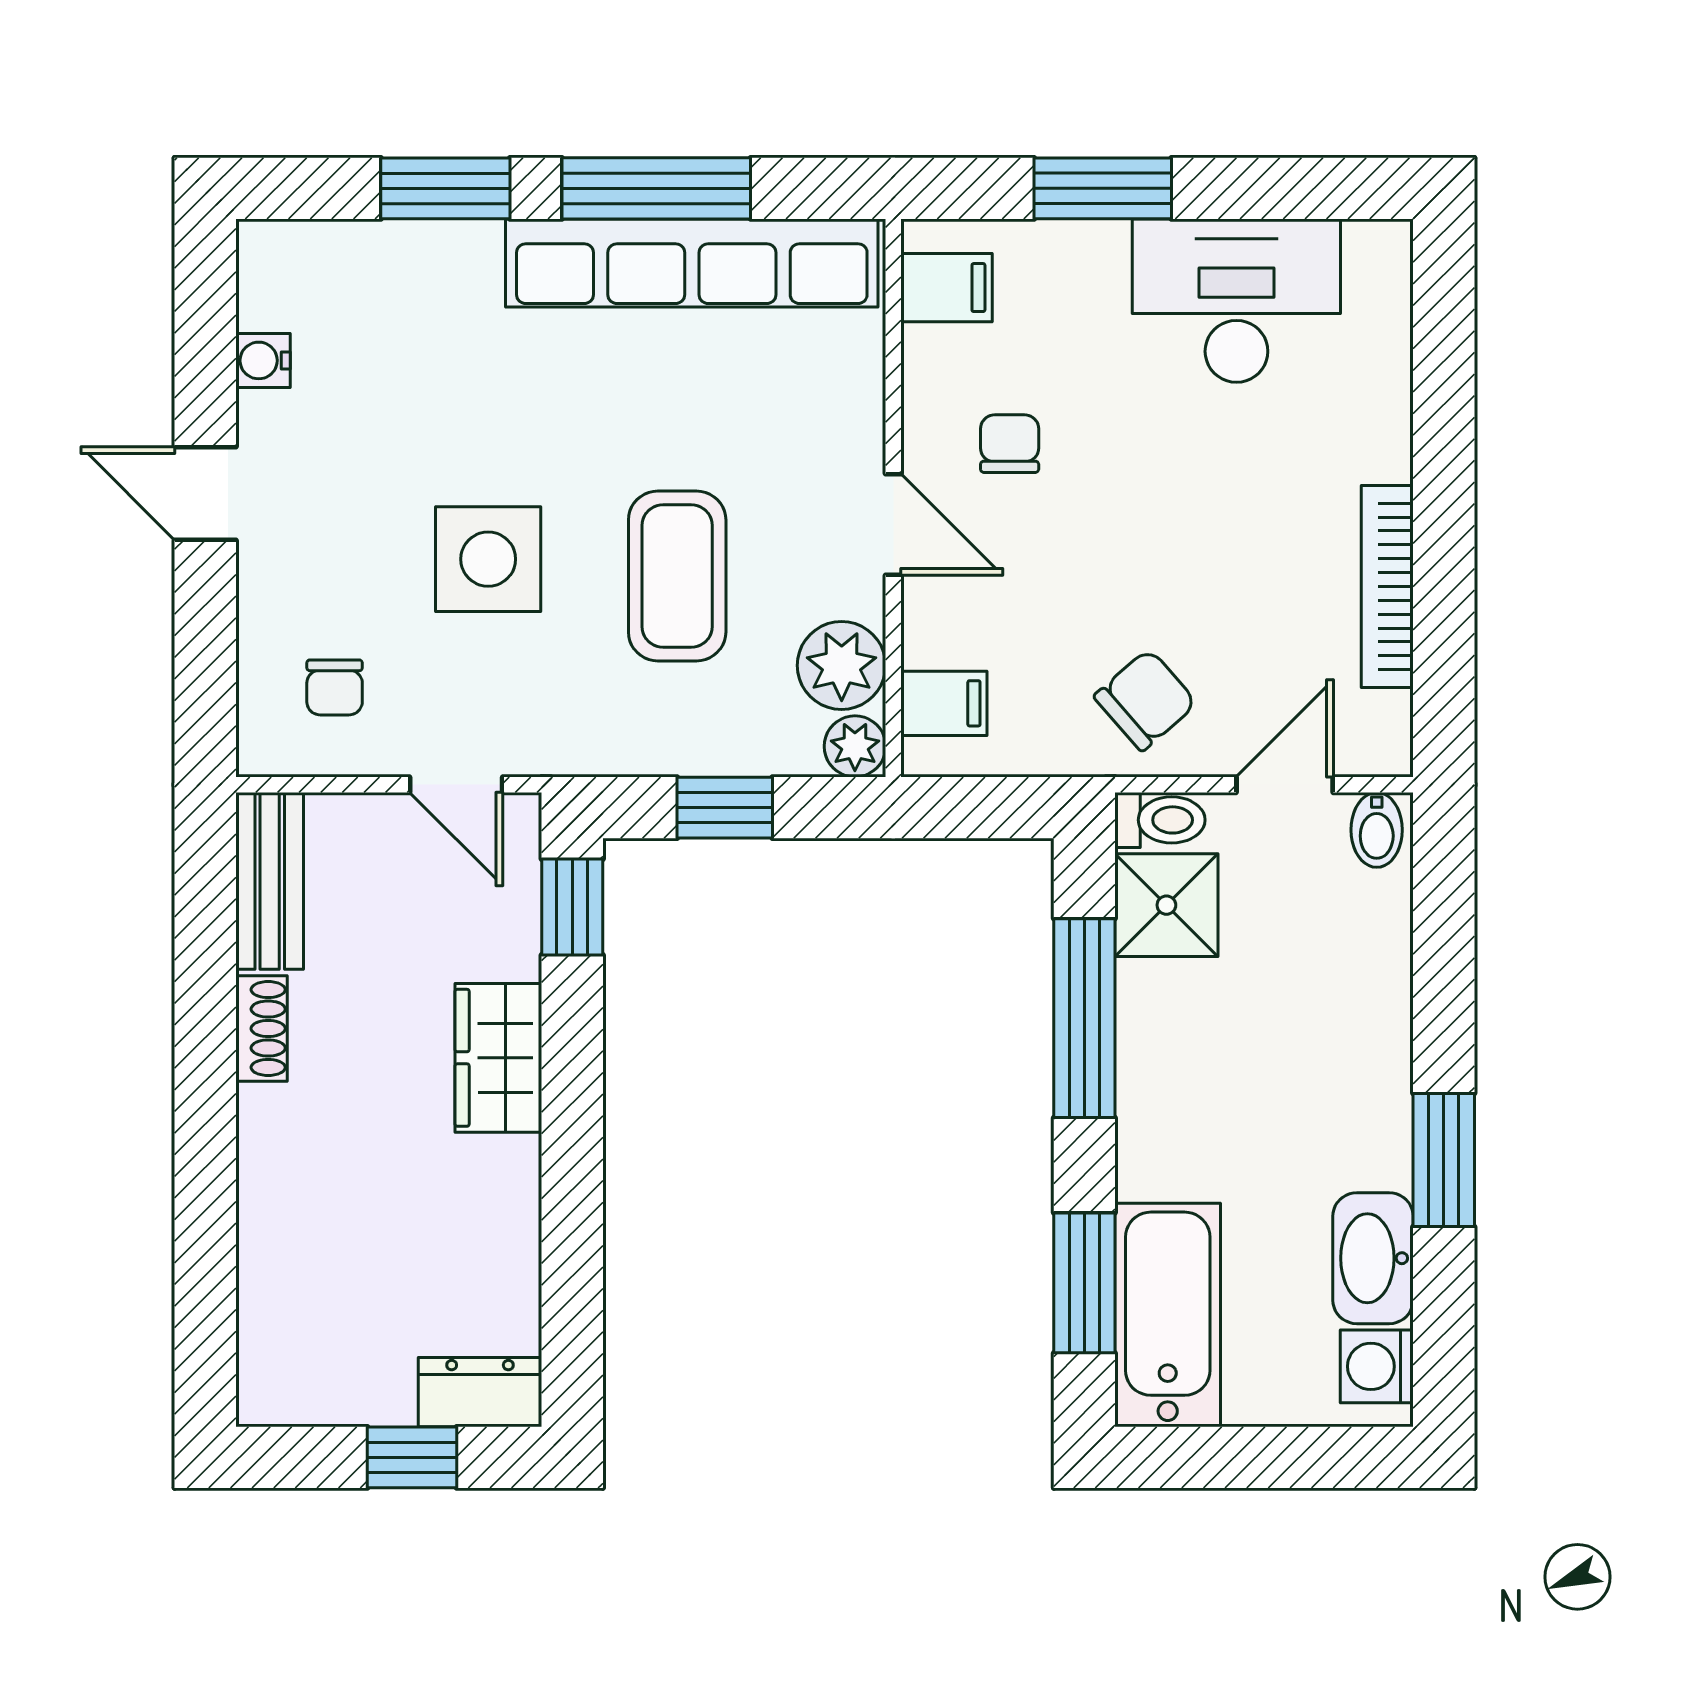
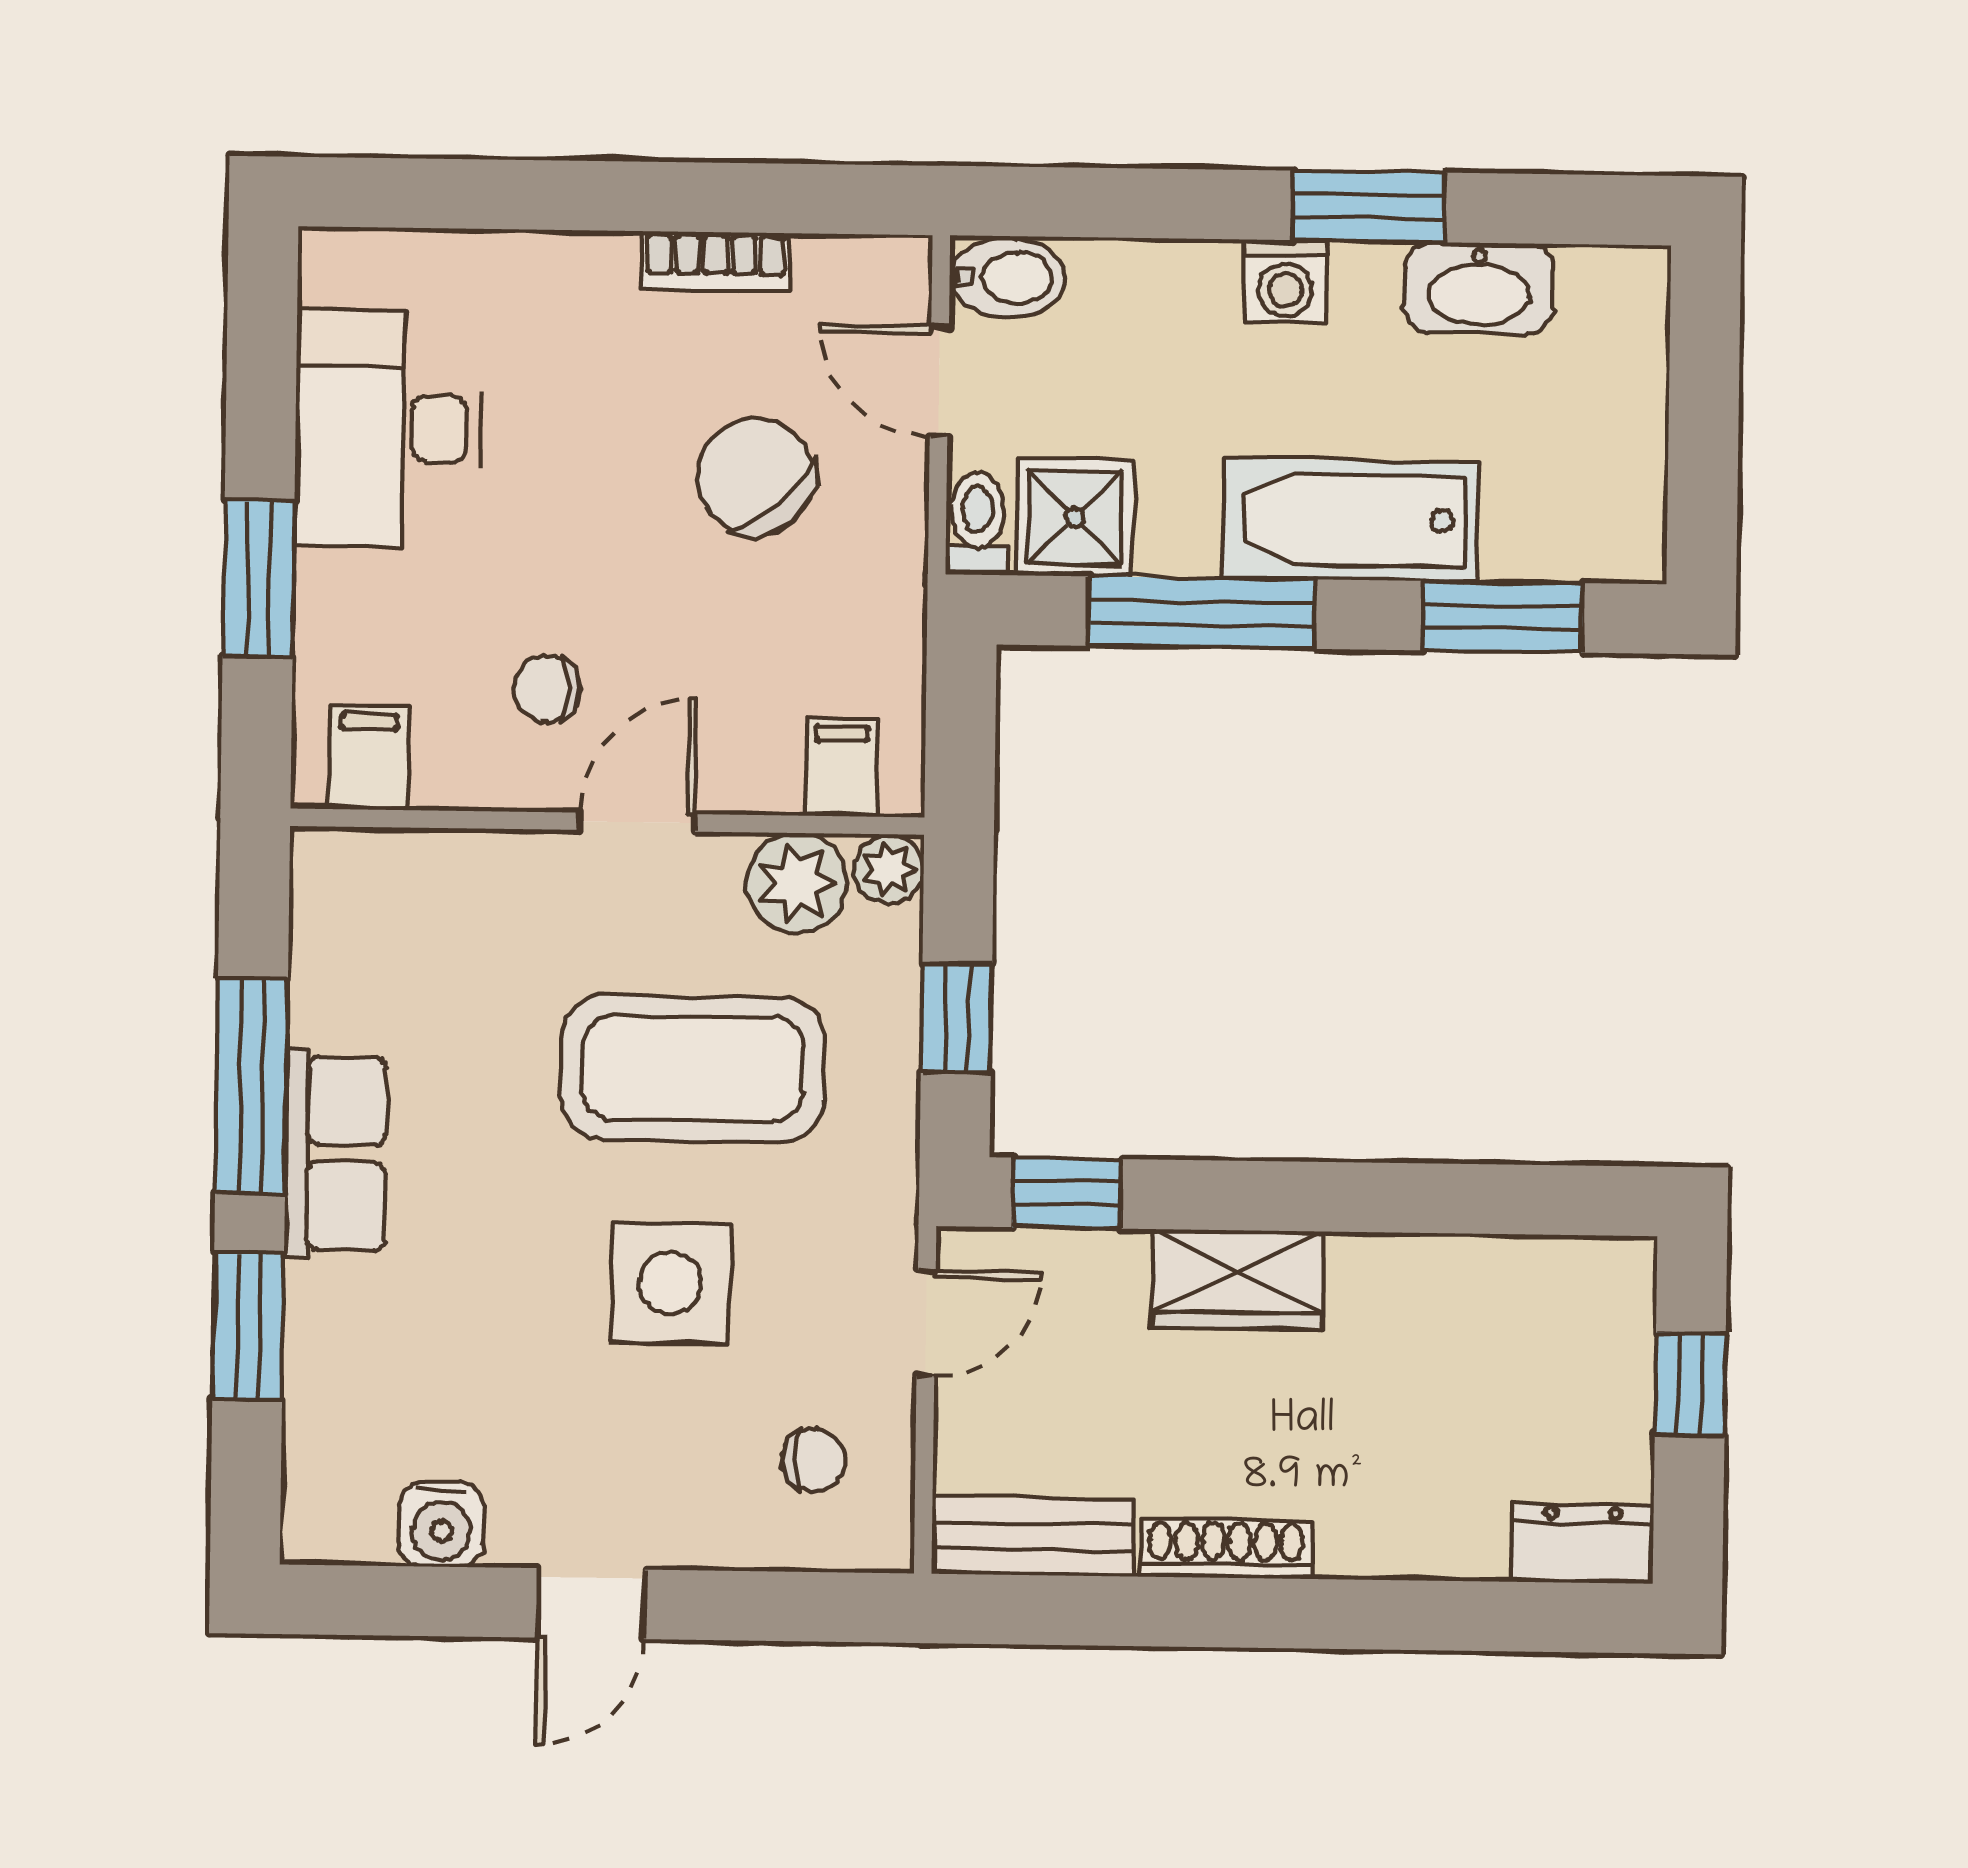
row of seats: (692, 263) -> (336, 1154), width x0.50
water cooler: (263, 360) -> (441, 1524), width x1.38, depth x1.38
coffee table: (677, 576) -> (692, 1069), width x1.36, depth x1.32
bookcase: (1387, 586) -> (716, 262), width x0.64
chair: (1145, 700) -> (755, 476), moved, width x1.37, depth x1.37
bidet: (1377, 830) -> (1008, 278), width x1.38, depth x1.36
shoe rack: (262, 1029) -> (1226, 1549), width x1.43
bathtub: (1168, 1315) -> (1351, 520), moved
washing machine: (1377, 1366) -> (1285, 281), moved
dresser: (480, 1392) -> (1583, 1543), moved, turned 90

